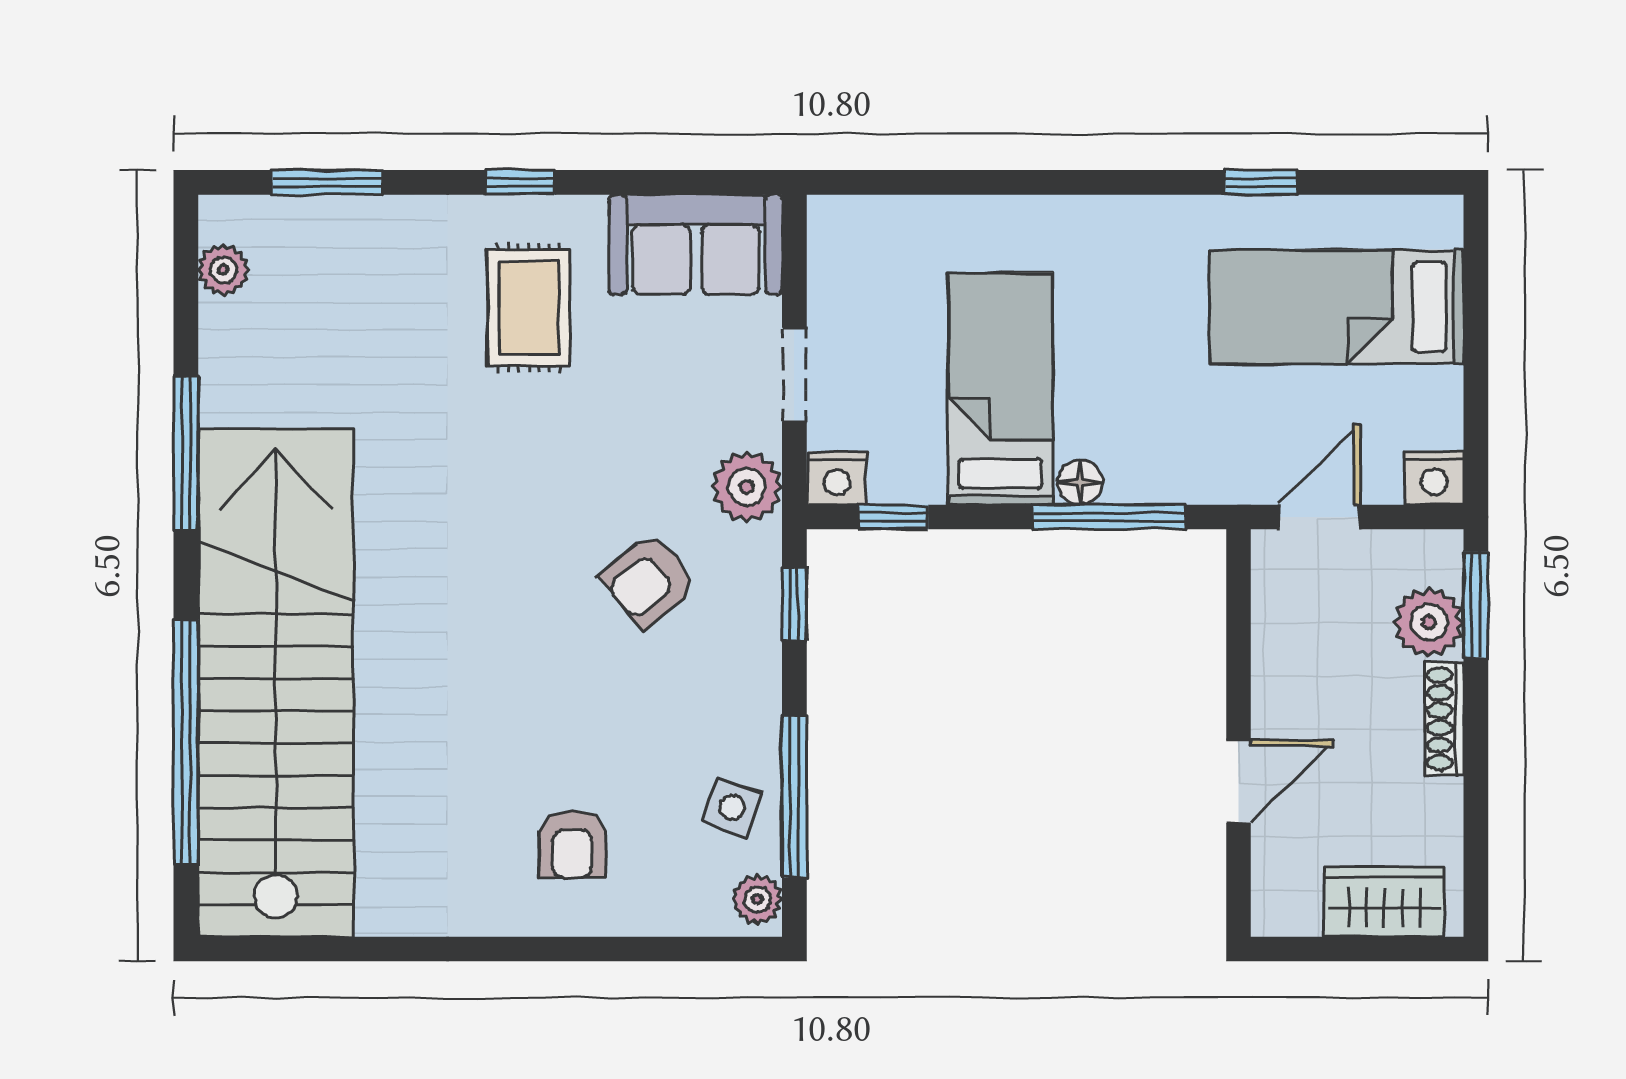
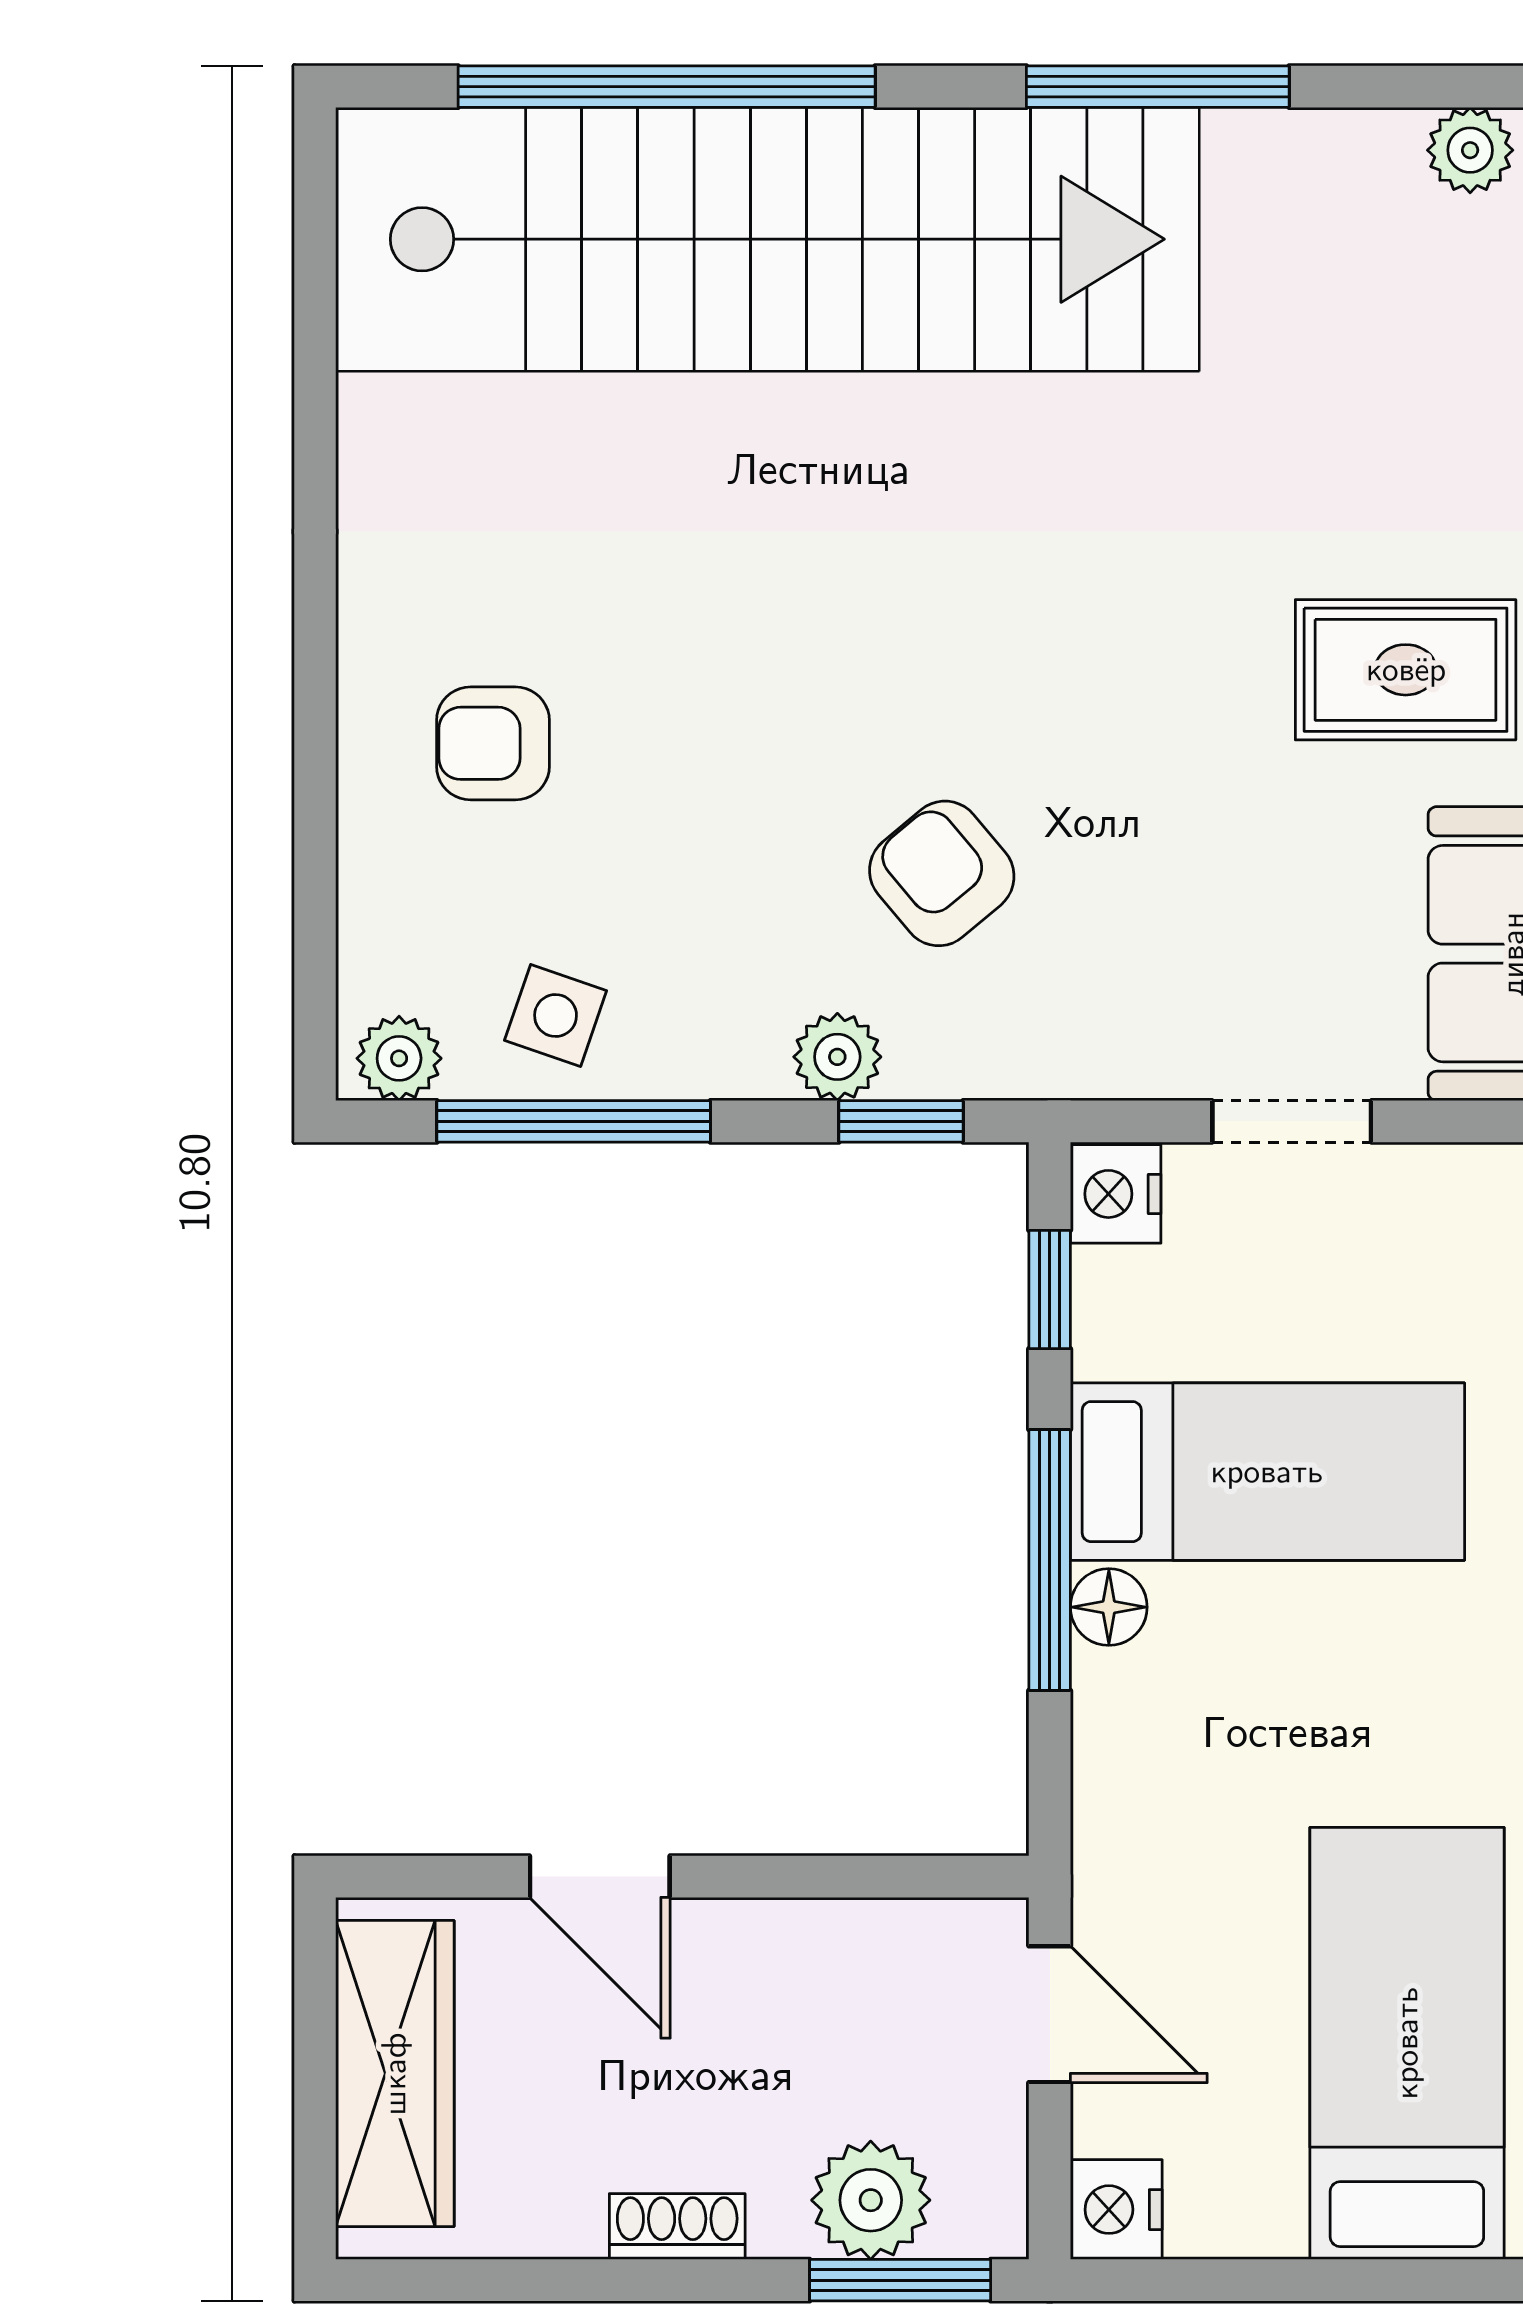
plant: (747, 487) -> (837, 1057), moved, width x0.73, depth x0.73
window: (1109, 517) -> (1050, 1560), moved
shoe rack: (1444, 719) -> (677, 2227), width x0.70
wardrobe: (1384, 902) -> (395, 2074), width x1.50

